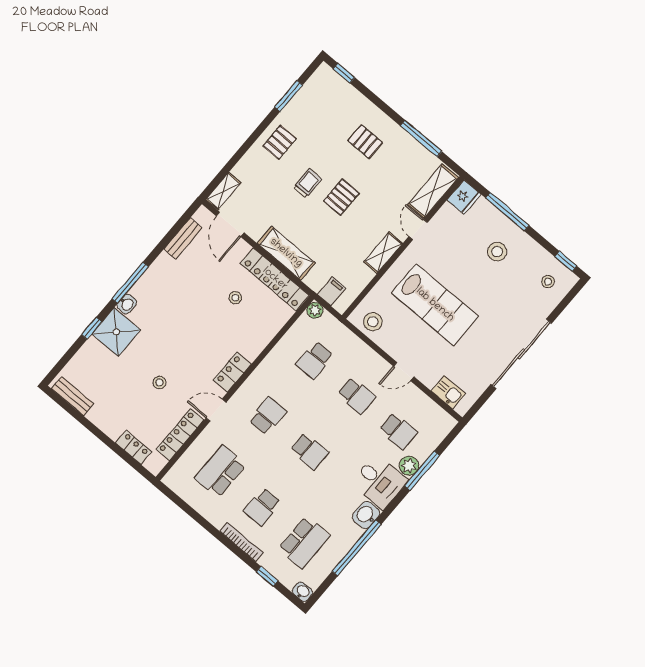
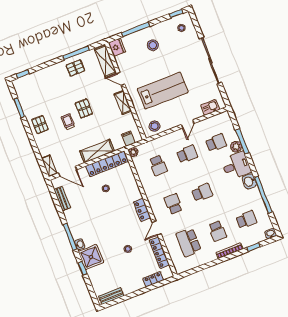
pallet: (365, 142) -> (75, 68), moved
school desk: (304, 542) -> (246, 220), width x0.54

